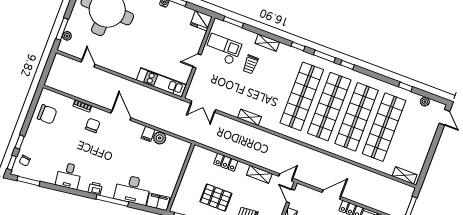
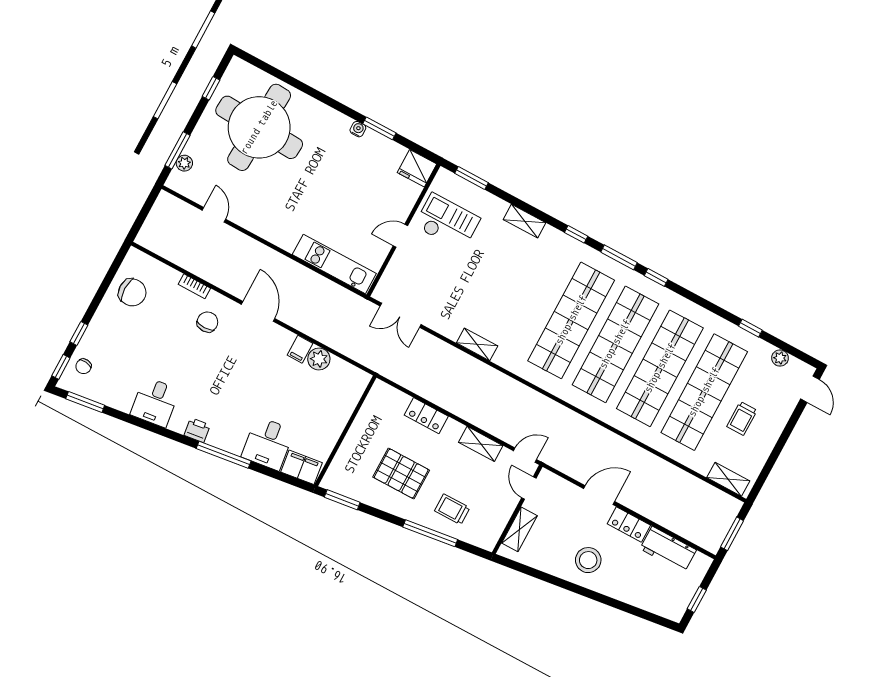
trolley: (250, 64) -> (742, 418), moved
desk: (132, 190) -> (268, 443), width x0.73

